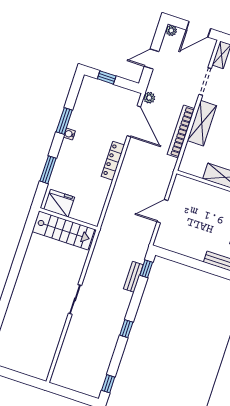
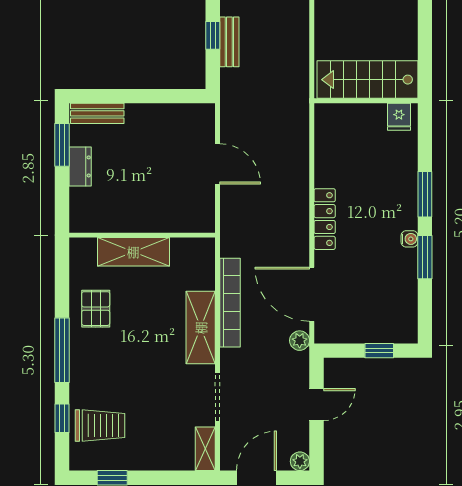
window: (48, 170) -> (425, 194), moved
fridge: (59, 203) -> (399, 117), width x0.53, depth x0.75
door: (162, 211) -> (218, 164), hinge flipped
window: (146, 269) -> (213, 35), moved

